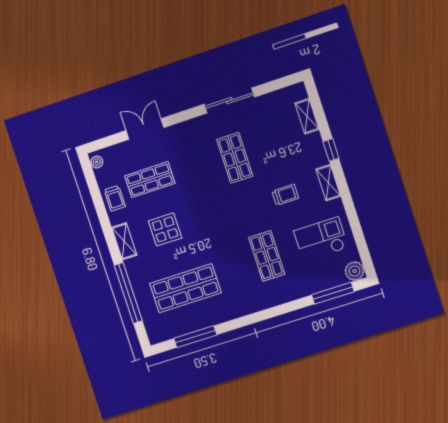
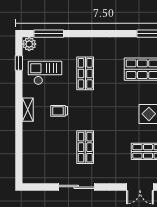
shelving: (307, 116) -> (28, 159), removed
window: (331, 150) -> (19, 63), moved
checkout: (321, 239) -> (45, 73), turned 180

